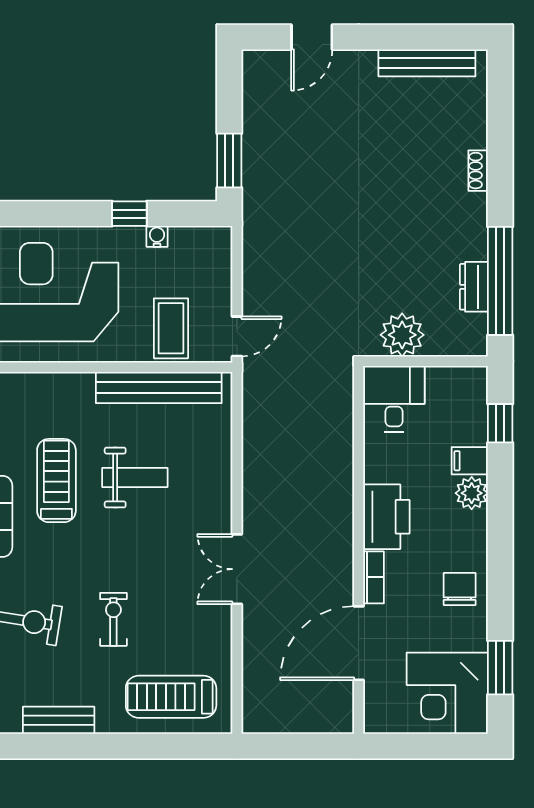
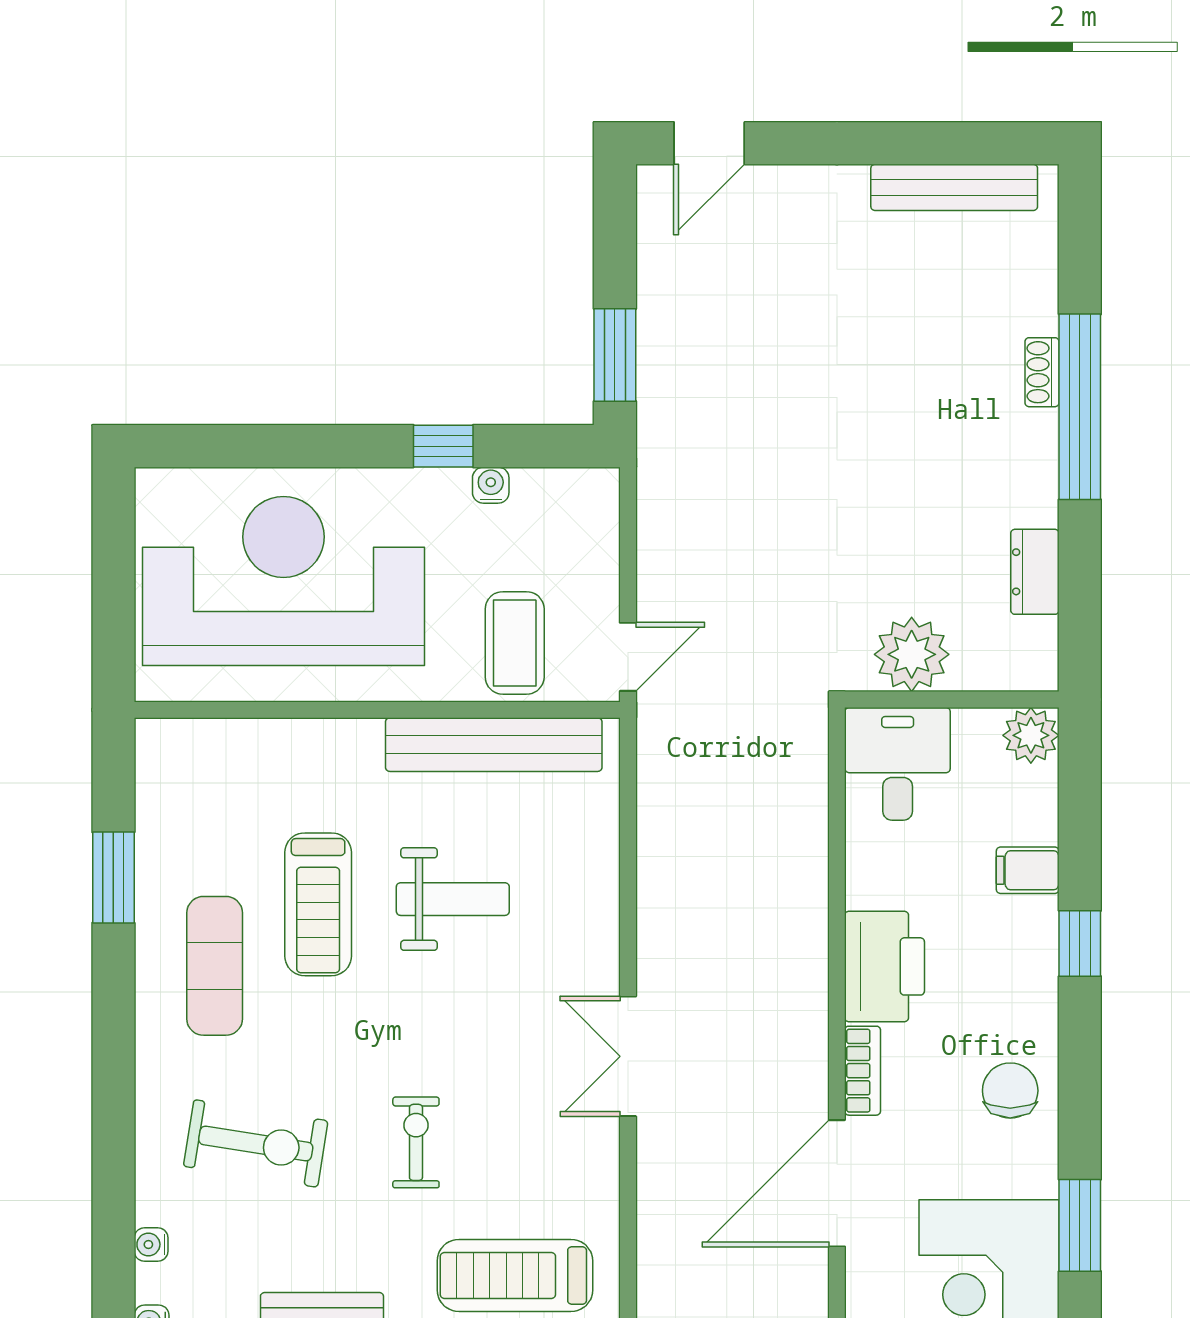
door: (312, 37) -> (709, 143), moved
window: (500, 281) -> (1080, 407), moved
window: (500, 423) -> (1080, 944), moved
treadmill: (56, 481) -> (318, 904), turned 180
plant: (472, 493) -> (1031, 735), moved

